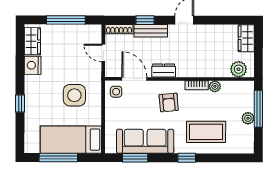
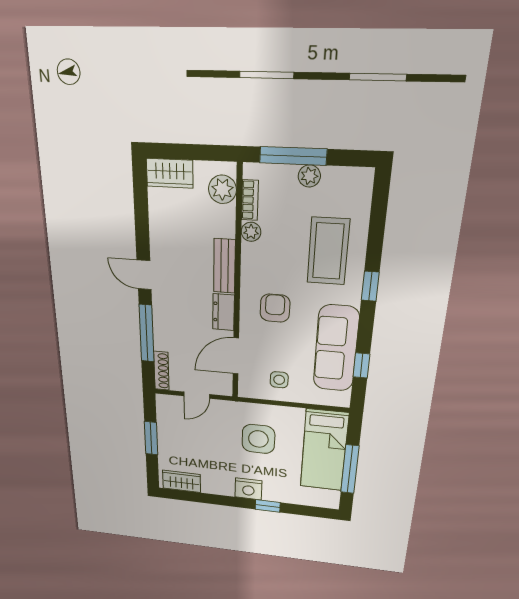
window: (66, 20) -> (151, 438), width x0.69
window: (145, 20) -> (147, 333), width x2.17
bench: (151, 31) -> (224, 266), moved
nightstand: (33, 65) -> (248, 489), moved
bookcase: (197, 85) -> (250, 200), moved
side table: (116, 92) -> (279, 380), moved
armchair: (169, 102) -> (275, 308), turned -85
window: (135, 158) -> (361, 366), width x0.67

